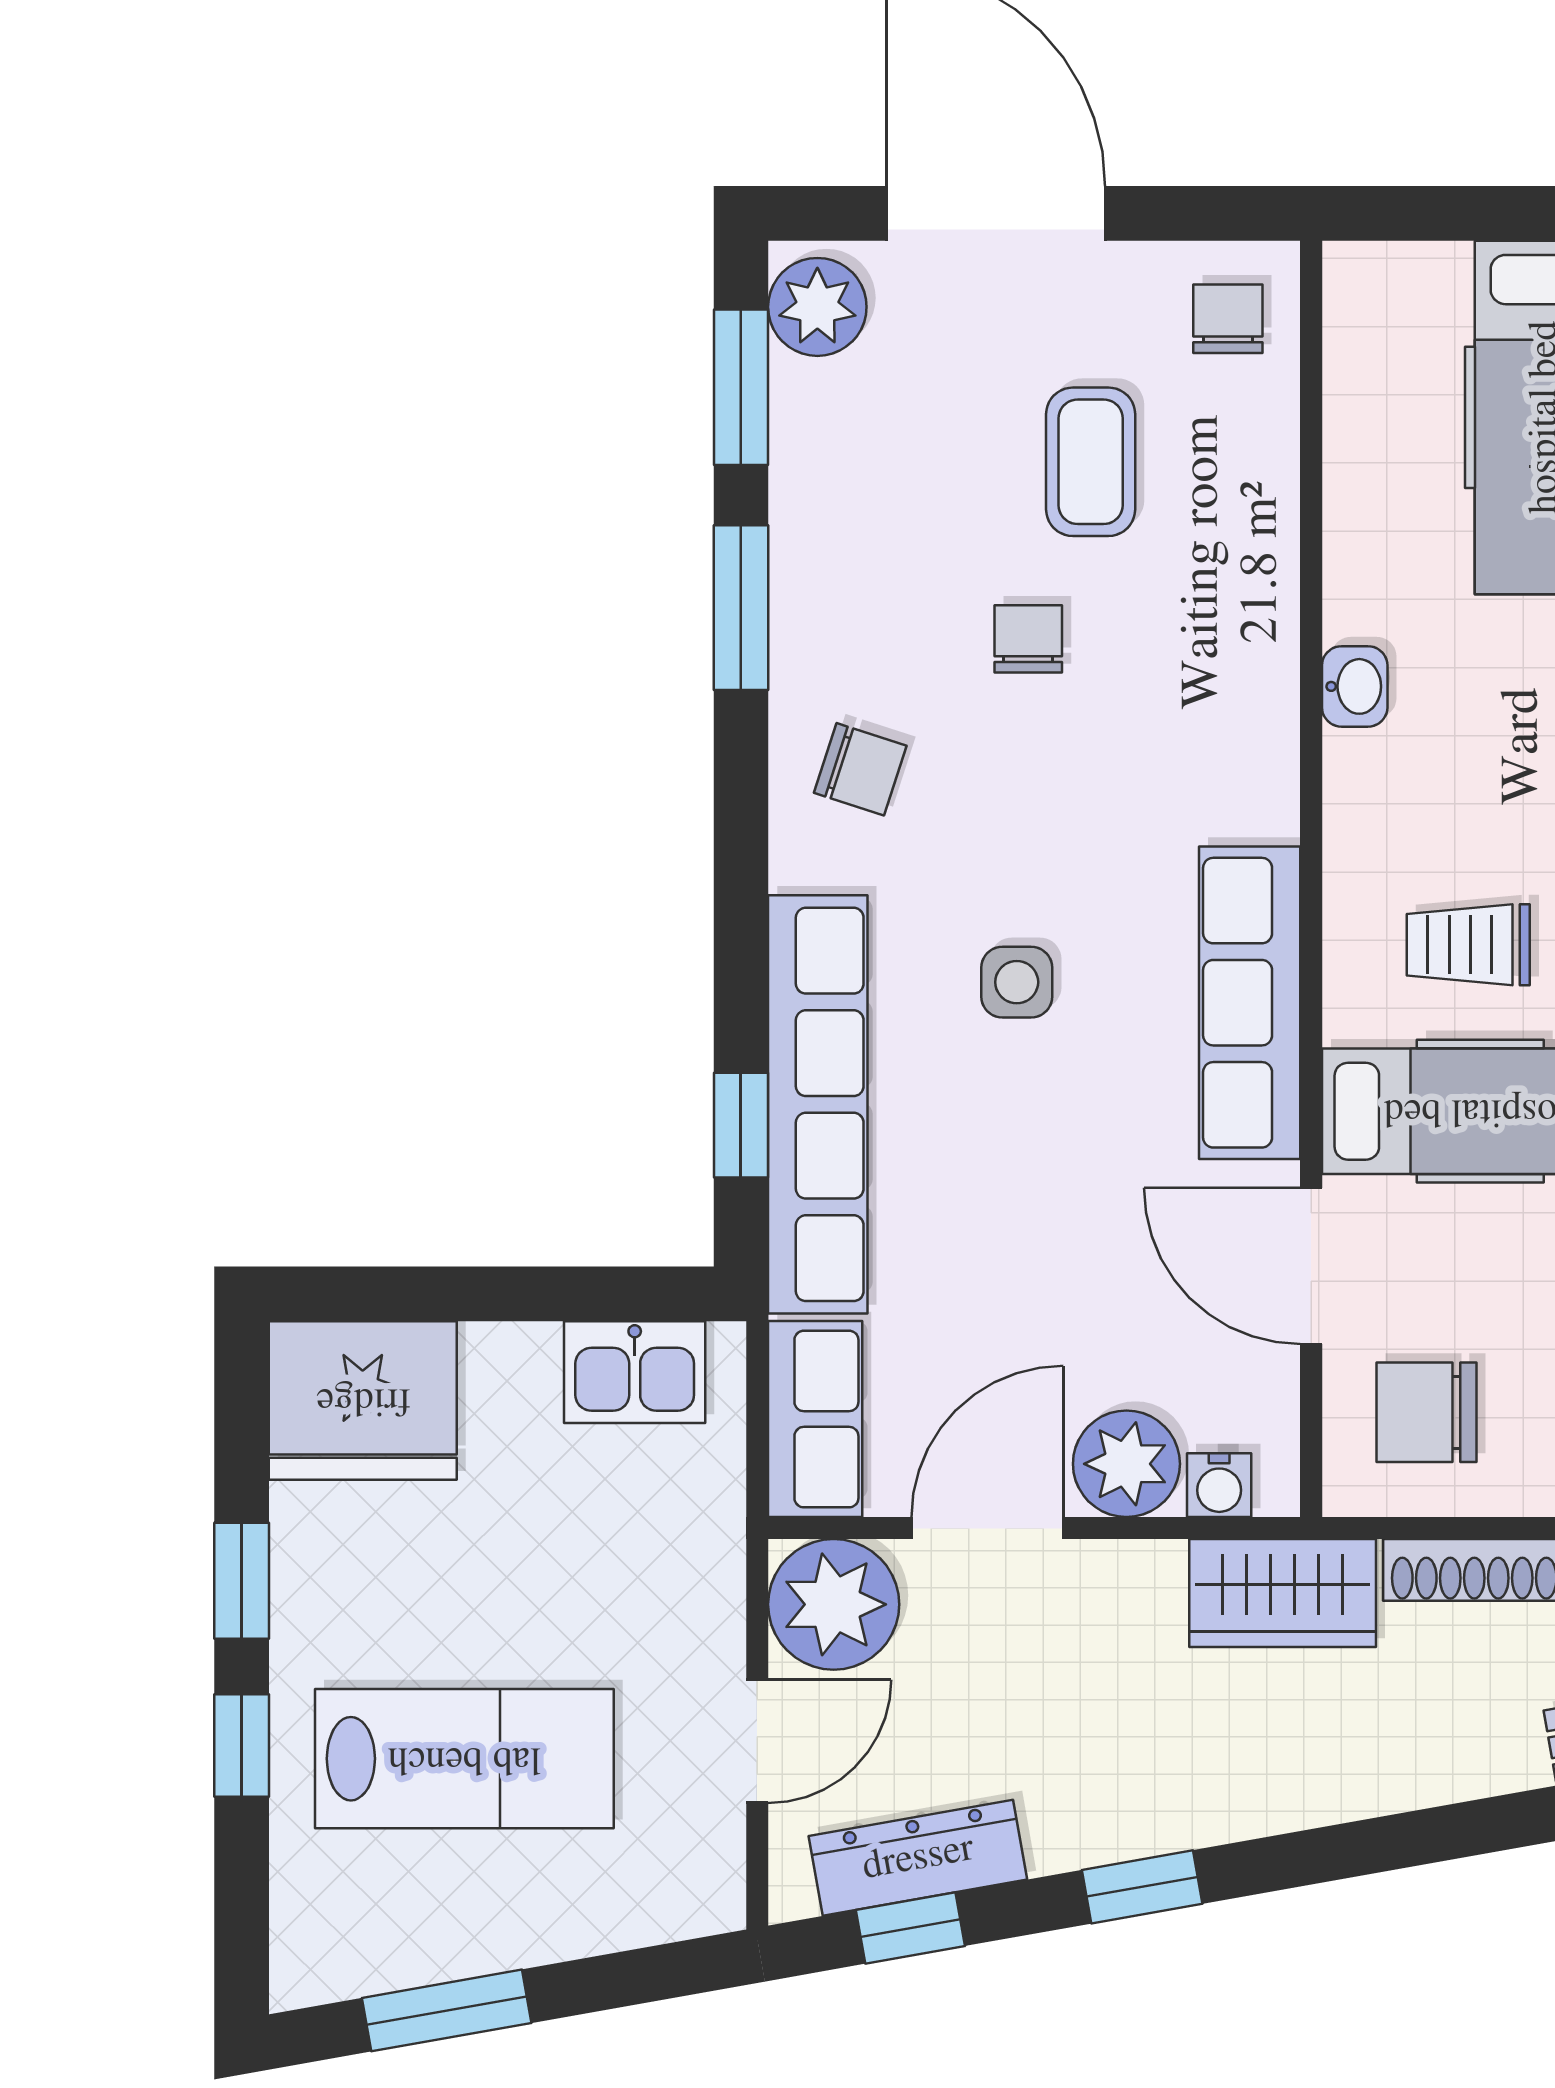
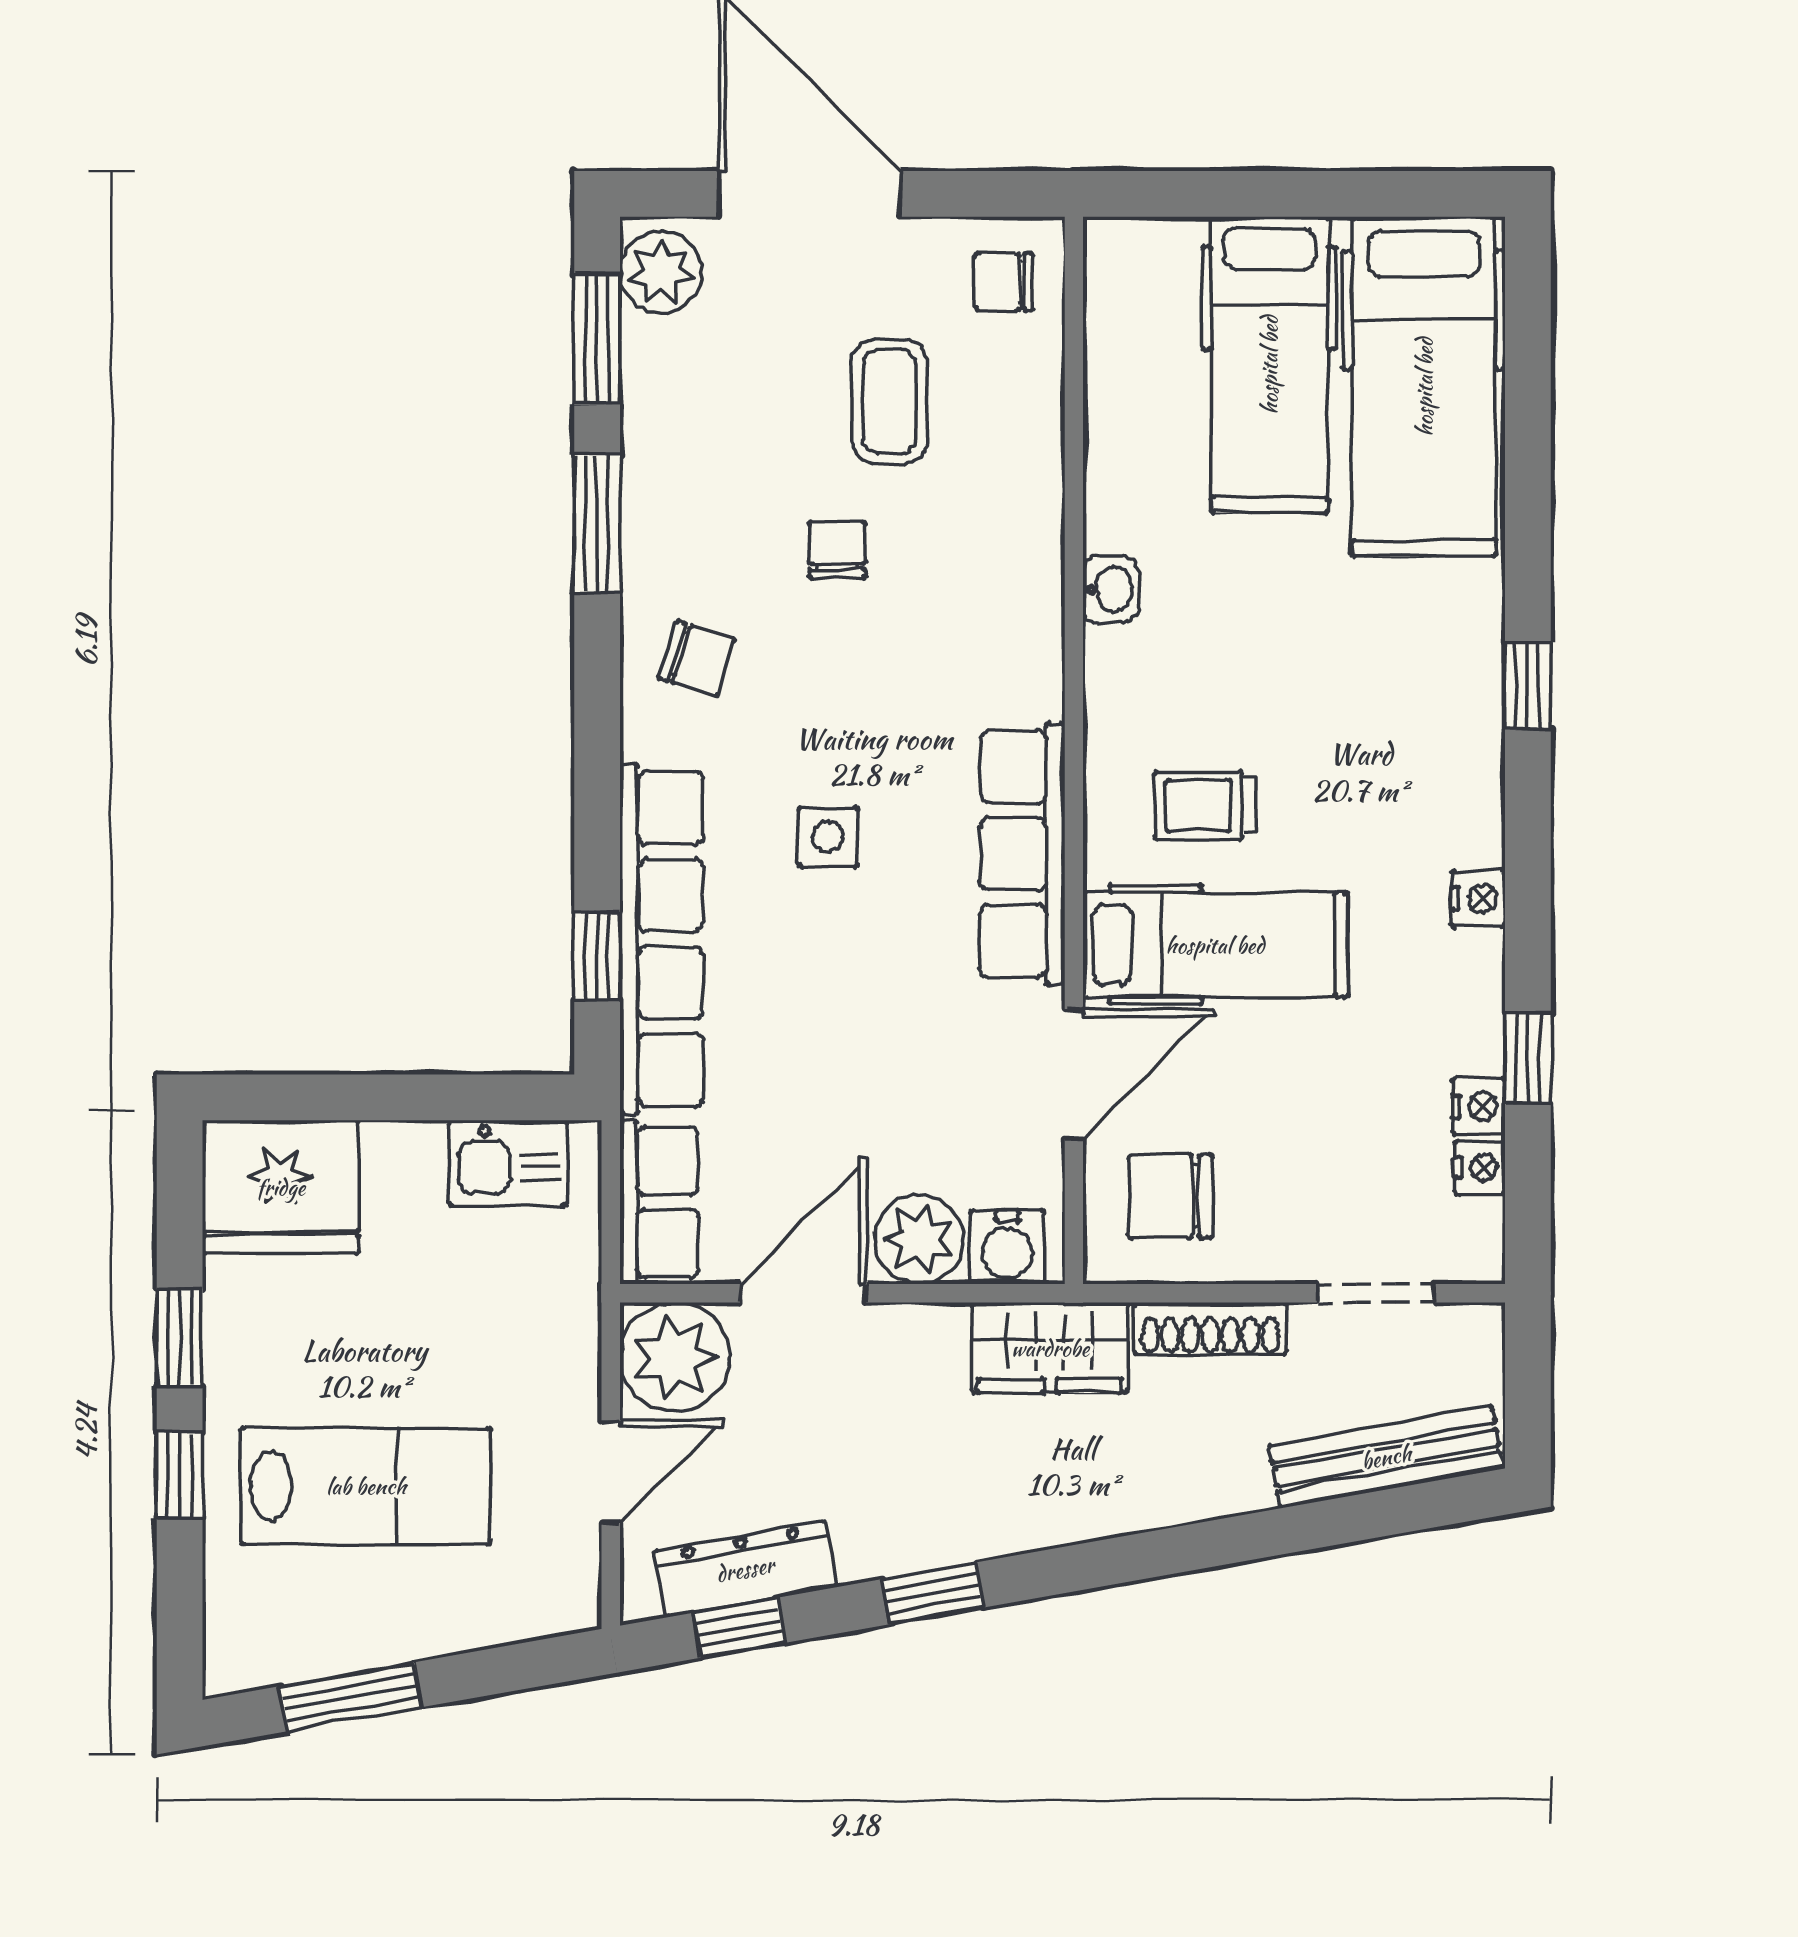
chair: (1228, 319) -> (1004, 282), turned -90
door: (1311, 1266) -> (1074, 1074), swing flipped
water cooler: (1219, 1485) -> (1007, 1247), width x1.38, depth x1.38

